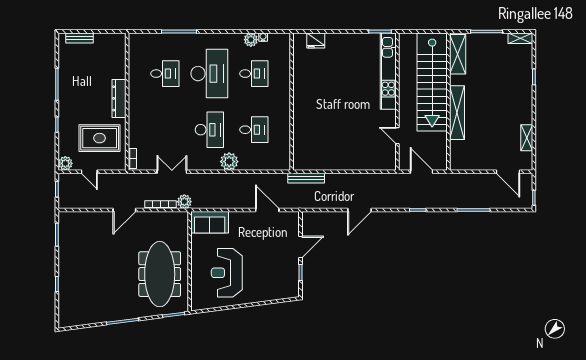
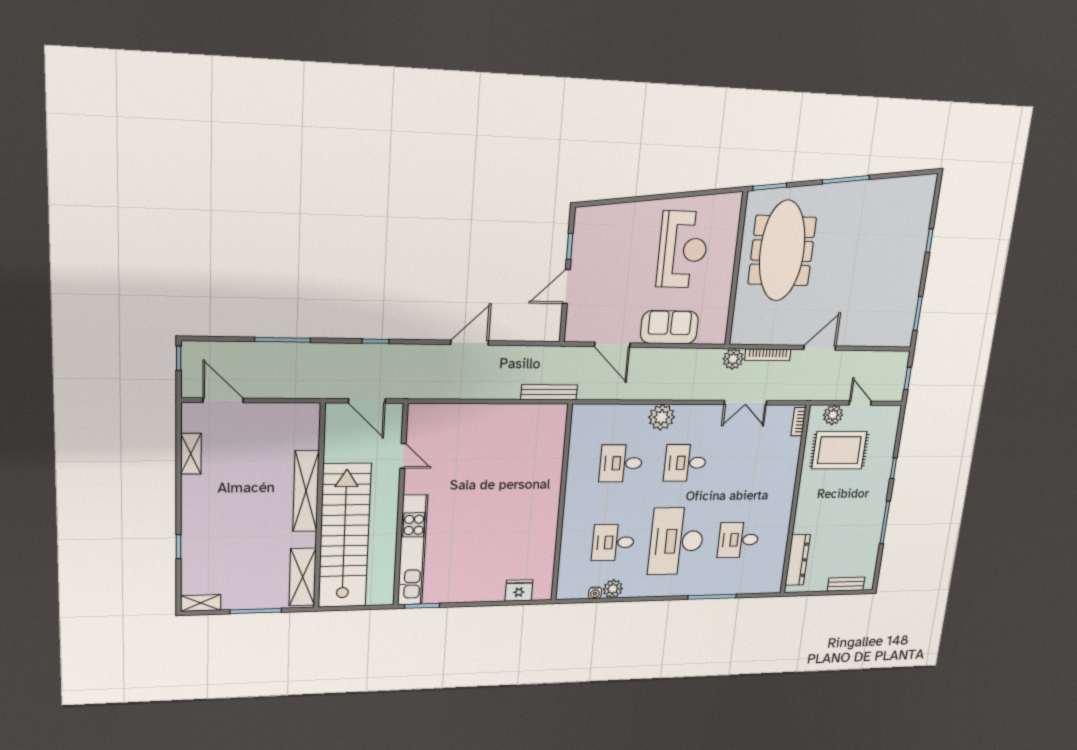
dresser: (119, 98) -> (798, 560), moved
desk: (209, 130) -> (685, 463), width x0.73
plant: (65, 163) -> (833, 415), moved
sofa: (210, 222) -> (669, 327), moved

